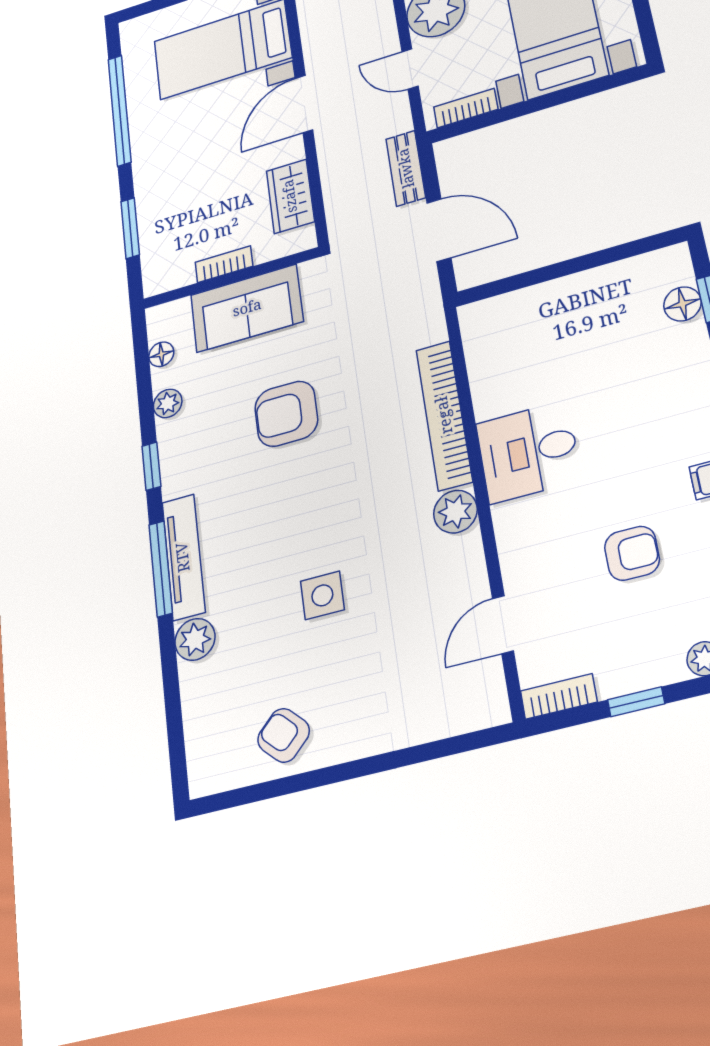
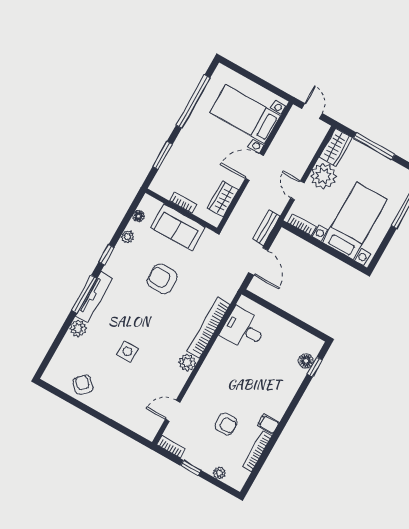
desk: (528, 452) -> (243, 329), moved

